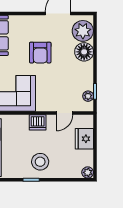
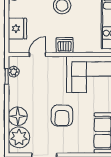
armchair: (40, 53) -> (62, 116), turned 180

